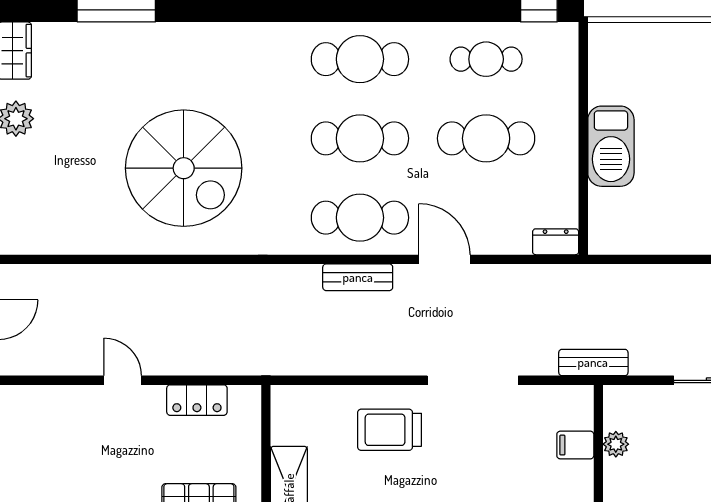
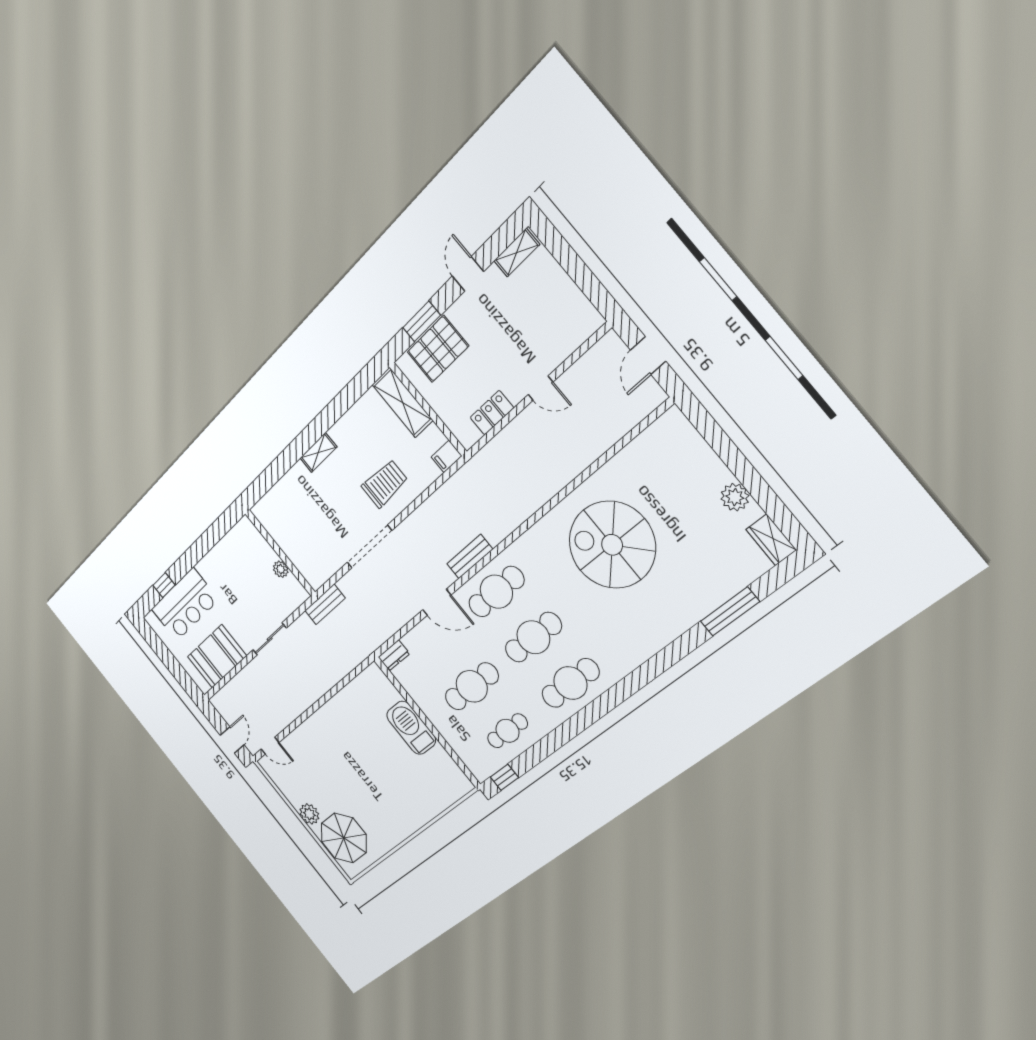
filing cabinet: (575, 445) -> (447, 456), moved, turned 180

